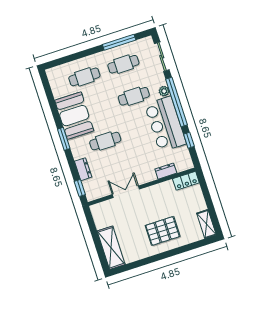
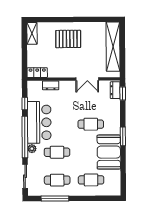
dresser: (83, 169) -> (115, 90), moved
shelving: (111, 248) -> (113, 47), width x1.47

